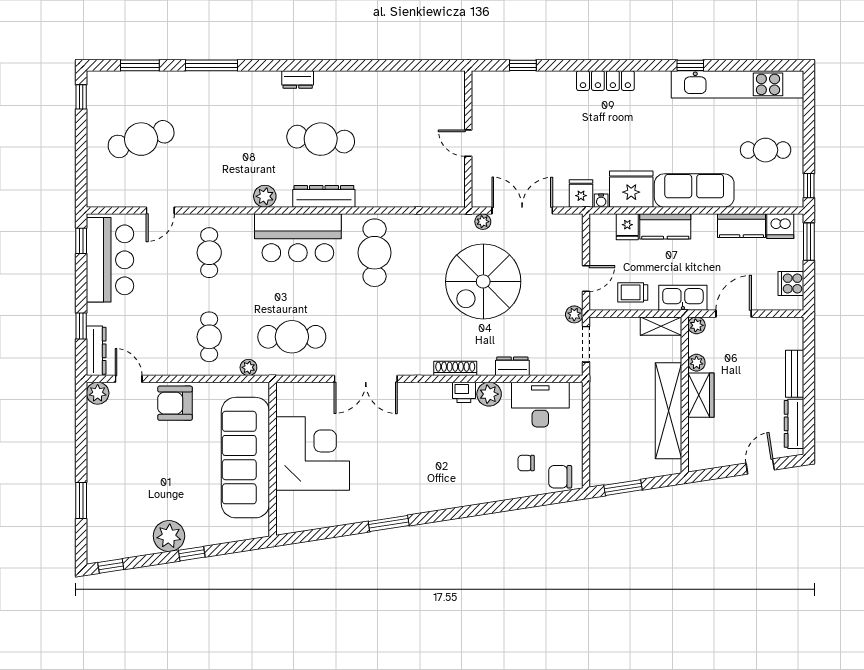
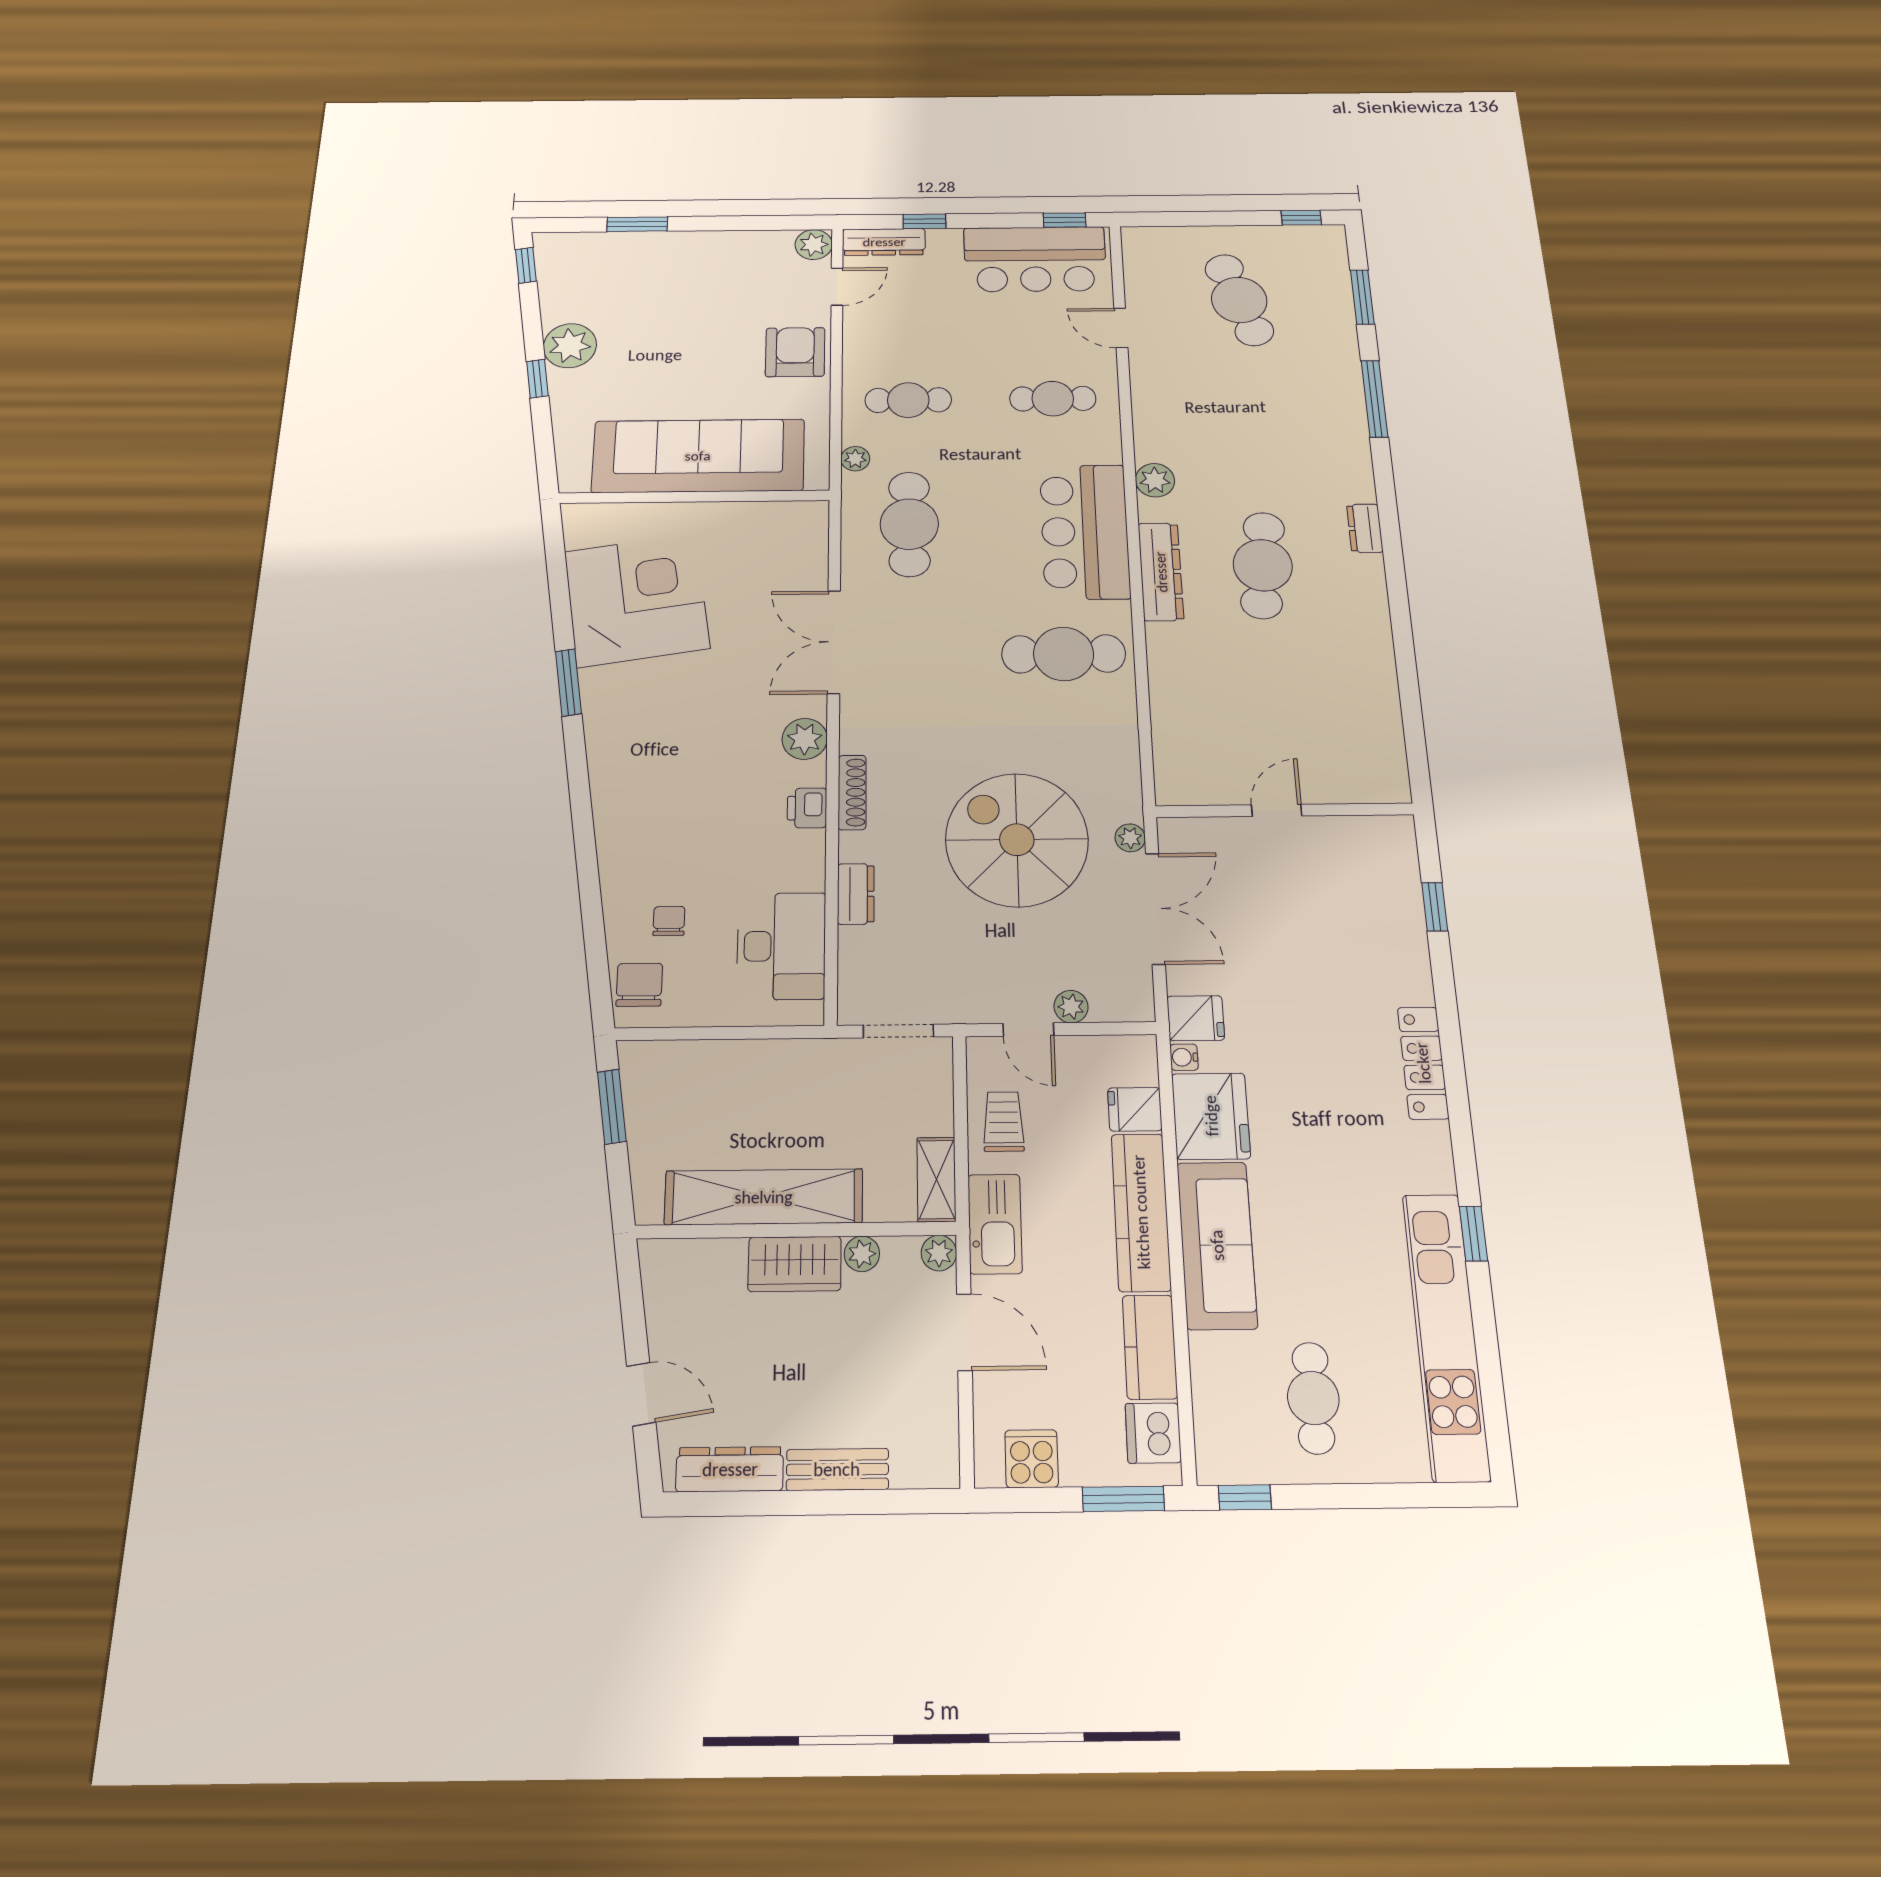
kitchen counter: (665, 226) -> (1141, 1212), width x1.50
plant: (574, 314) -> (1071, 1007), moved
plant: (489, 394) -> (805, 739), moved
corner desk: (313, 453) -> (637, 600), moved, turned -99

